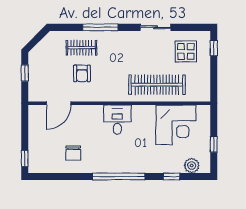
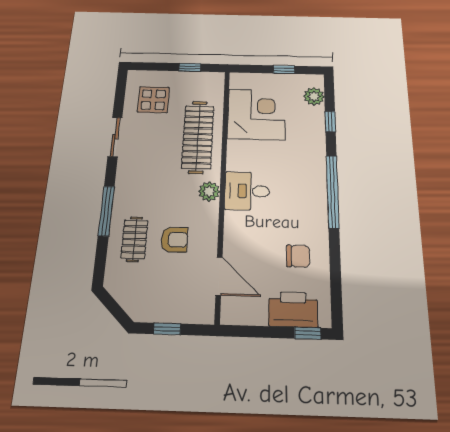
window: (214, 48) -> (190, 67), moved
plant: (116, 94) -> (209, 191), added
printer: (39, 150) -> (293, 310), added

